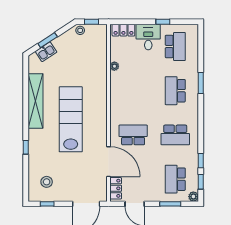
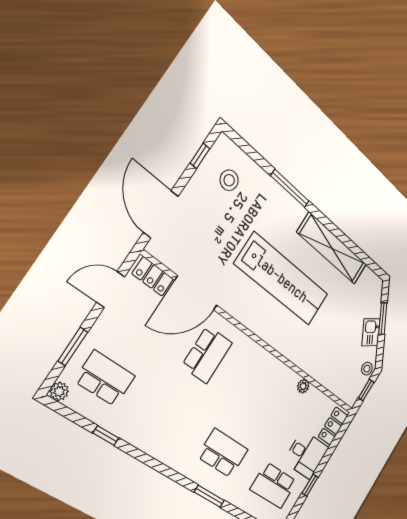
kitchen sink: (46, 52) -> (371, 332), moved
school desk: (175, 135) -> (167, 418), removed
window: (26, 147) -> (290, 188), width x2.17
window: (201, 182) -> (74, 417), removed

